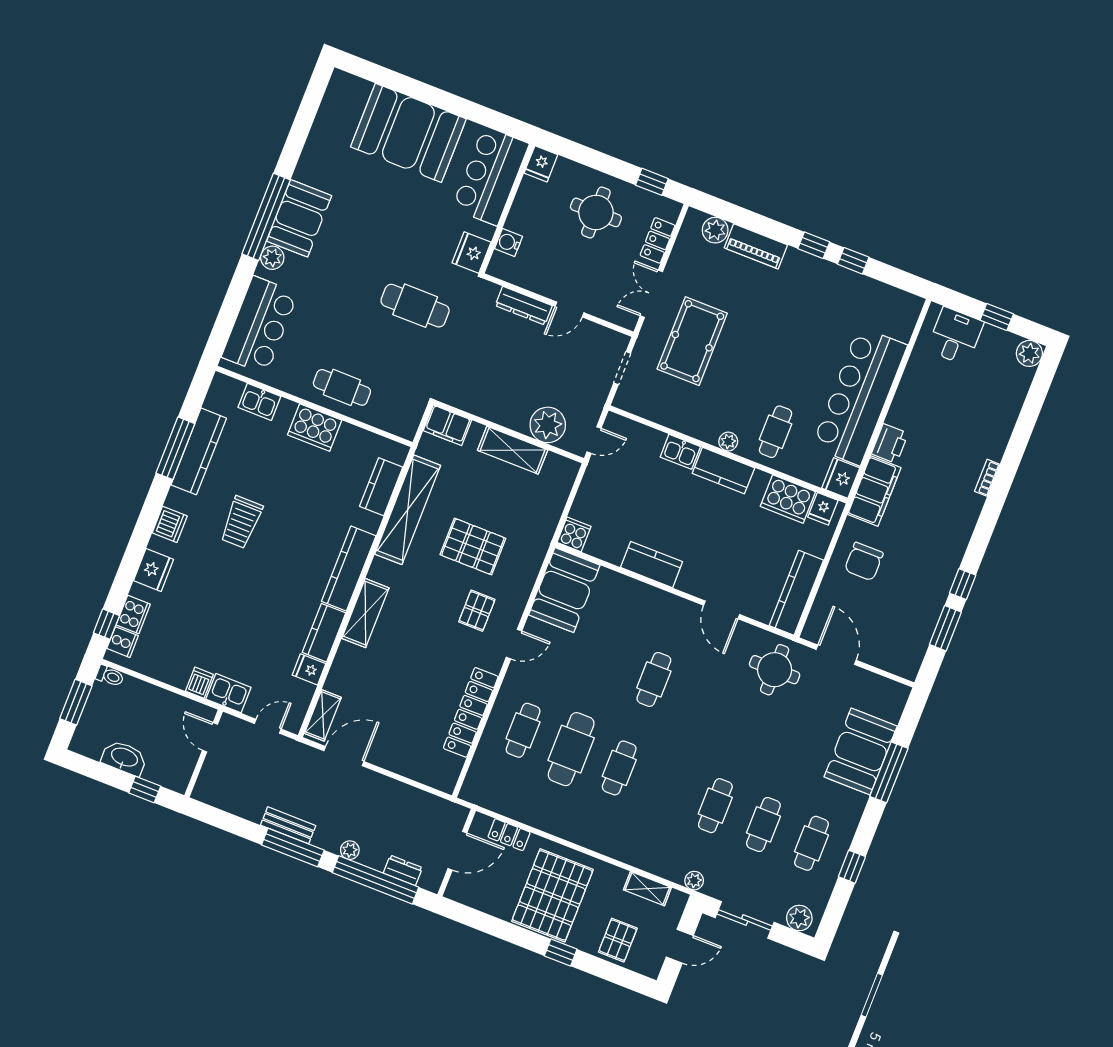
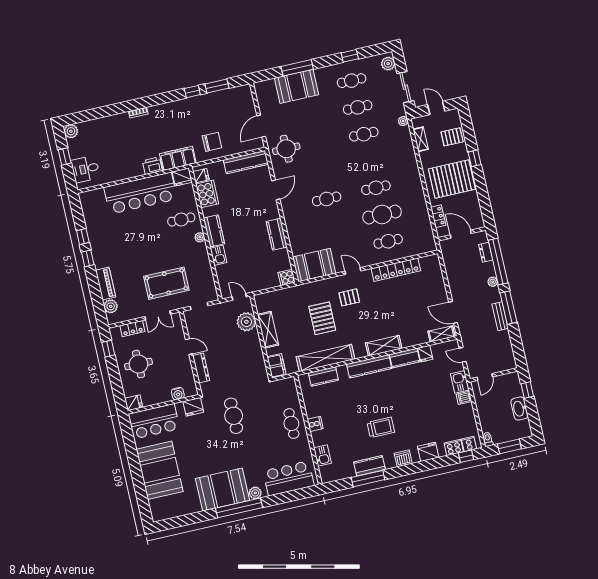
booth: (299, 218) -> (223, 489), width x1.36, depth x1.42
cooker: (315, 428) -> (315, 424), width x0.53, depth x0.76
kitchen counter: (199, 451) -> (370, 466), width x0.67

